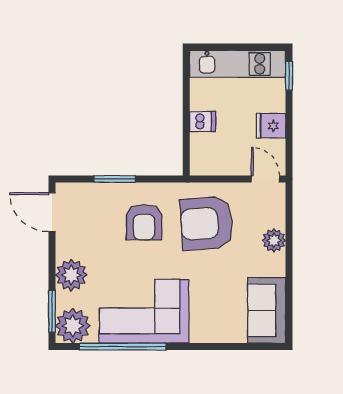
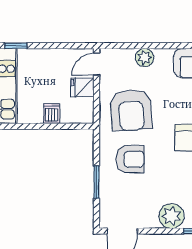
fridge: (271, 126) -> (82, 88), moved, turned 90

